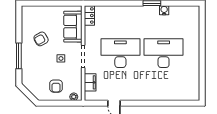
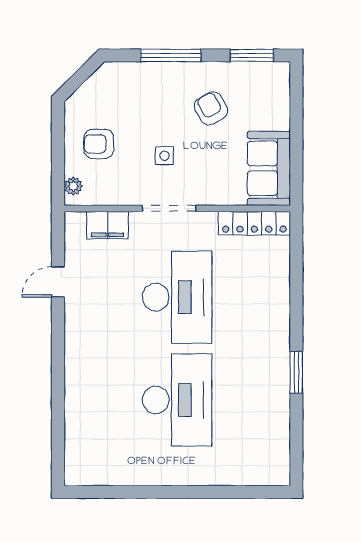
water cooler: (164, 10) -> (279, 401), removed
locker: (89, 15) -> (254, 223), width x1.53
window: (19, 22) -> (252, 55), added
sofa: (73, 27) -> (269, 168), moved, turned -90

